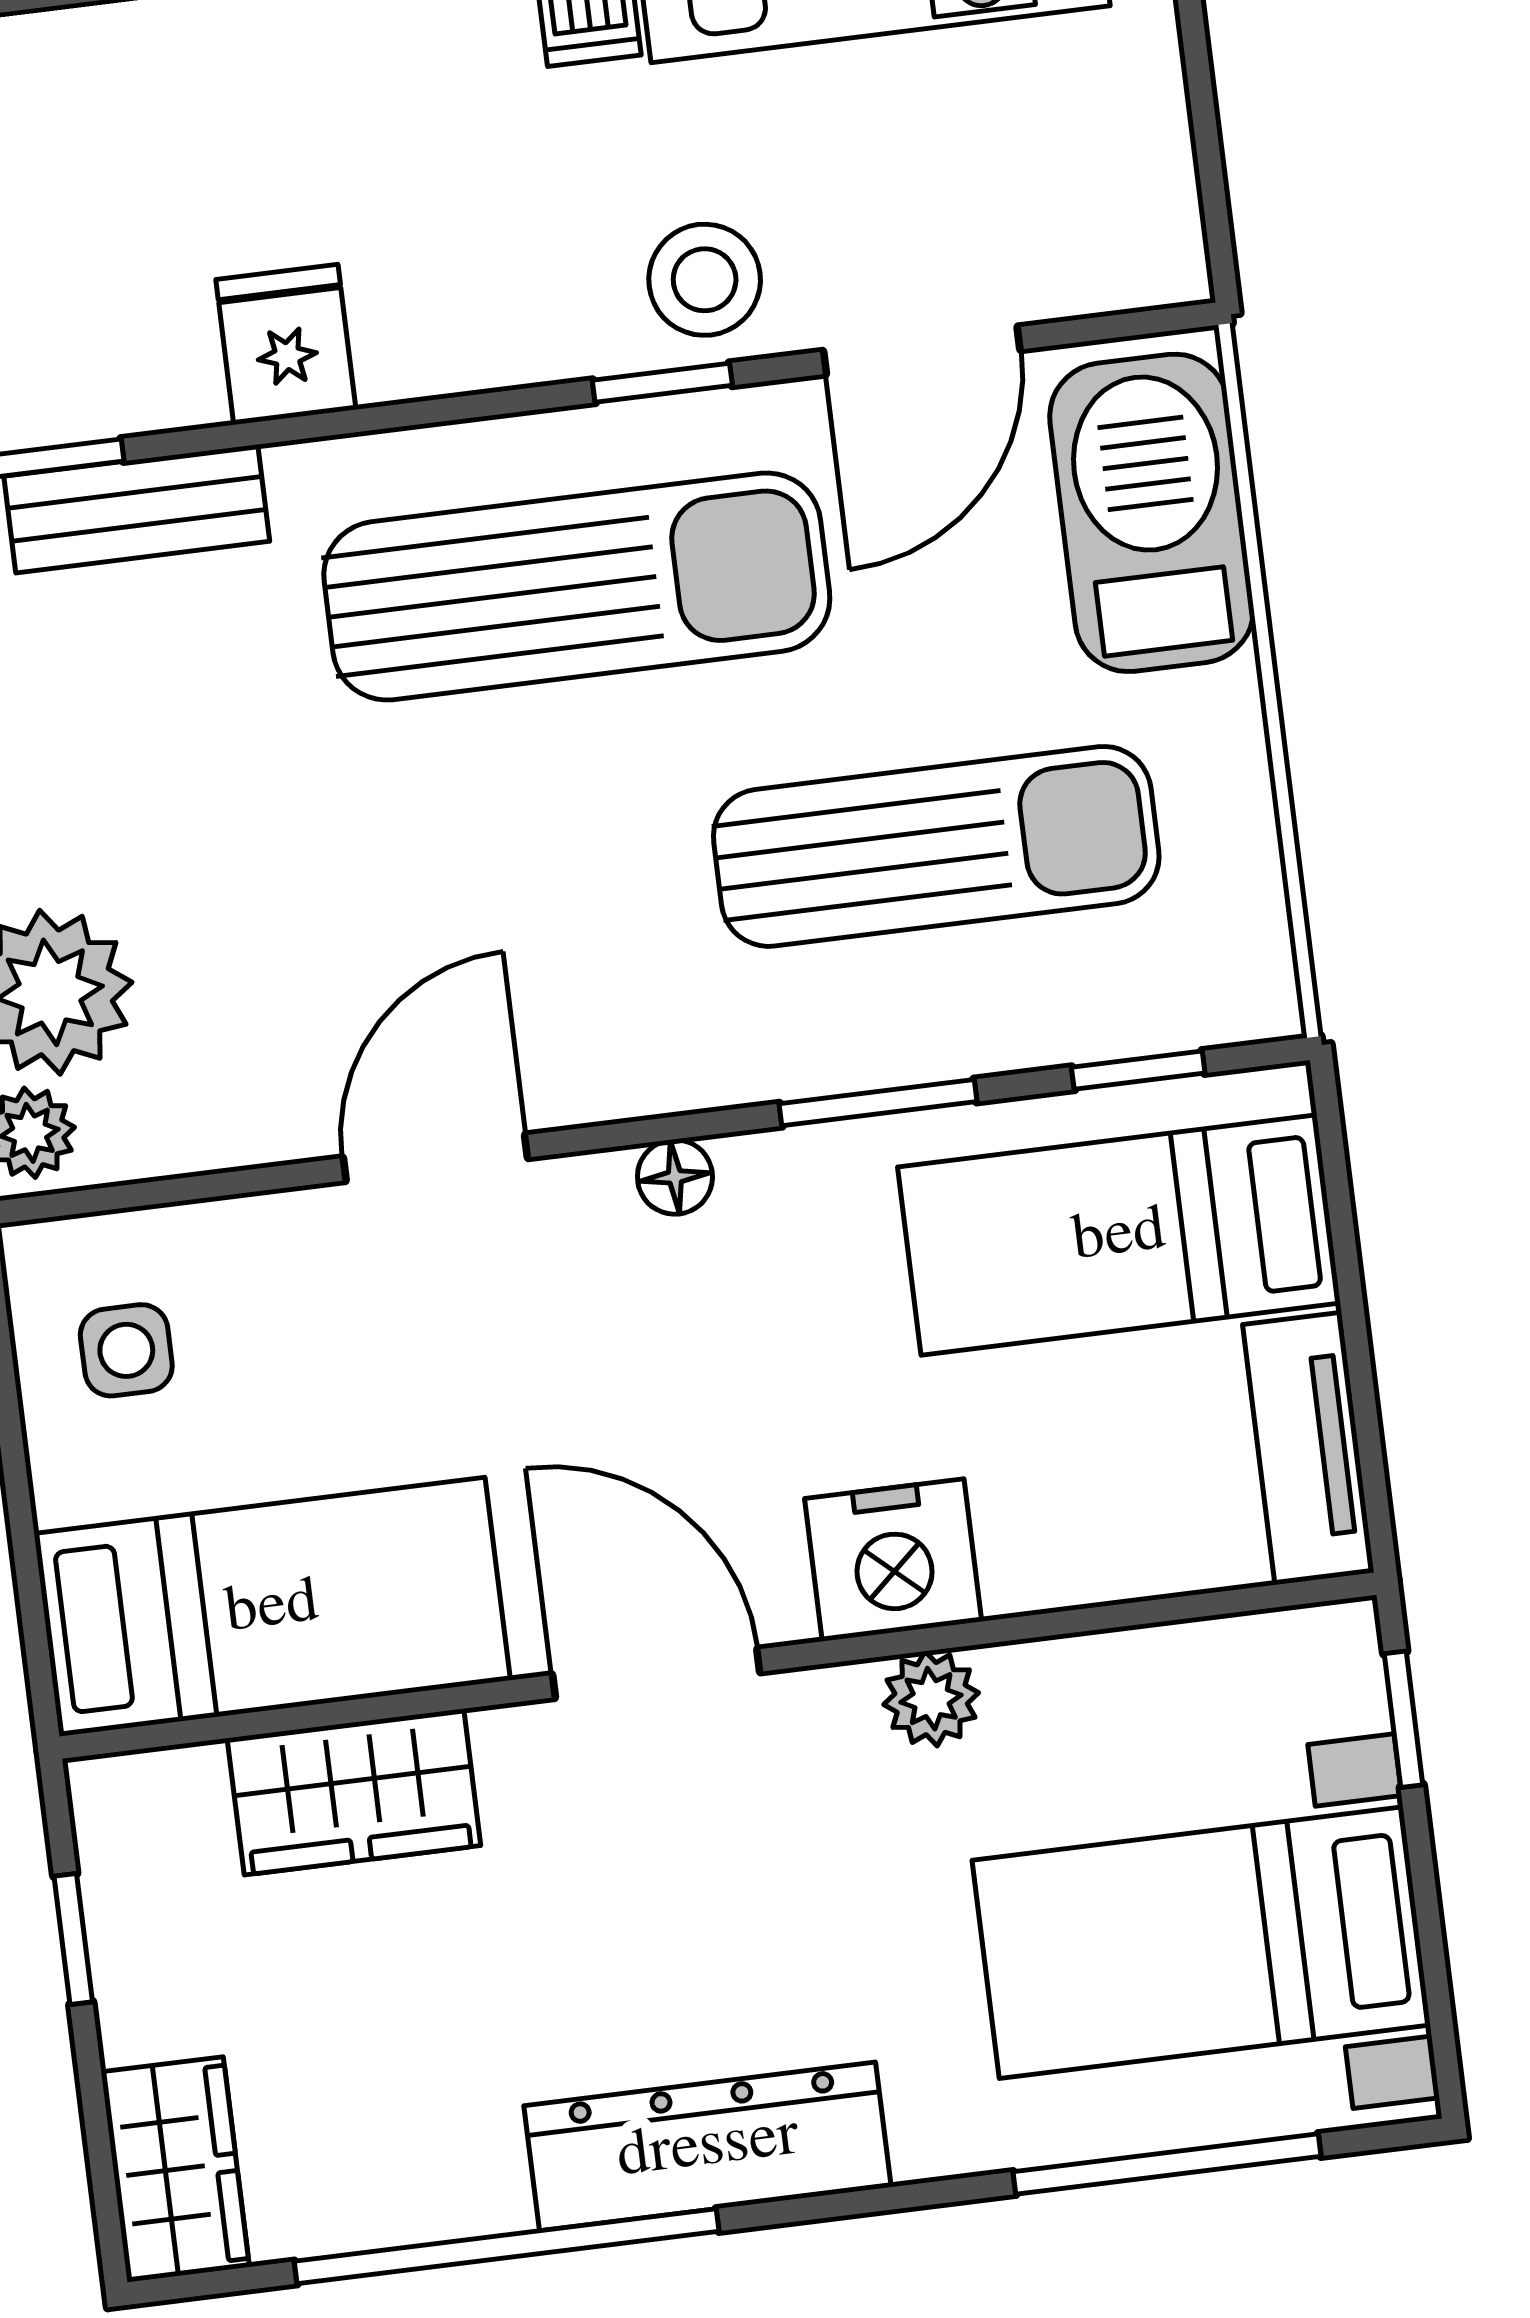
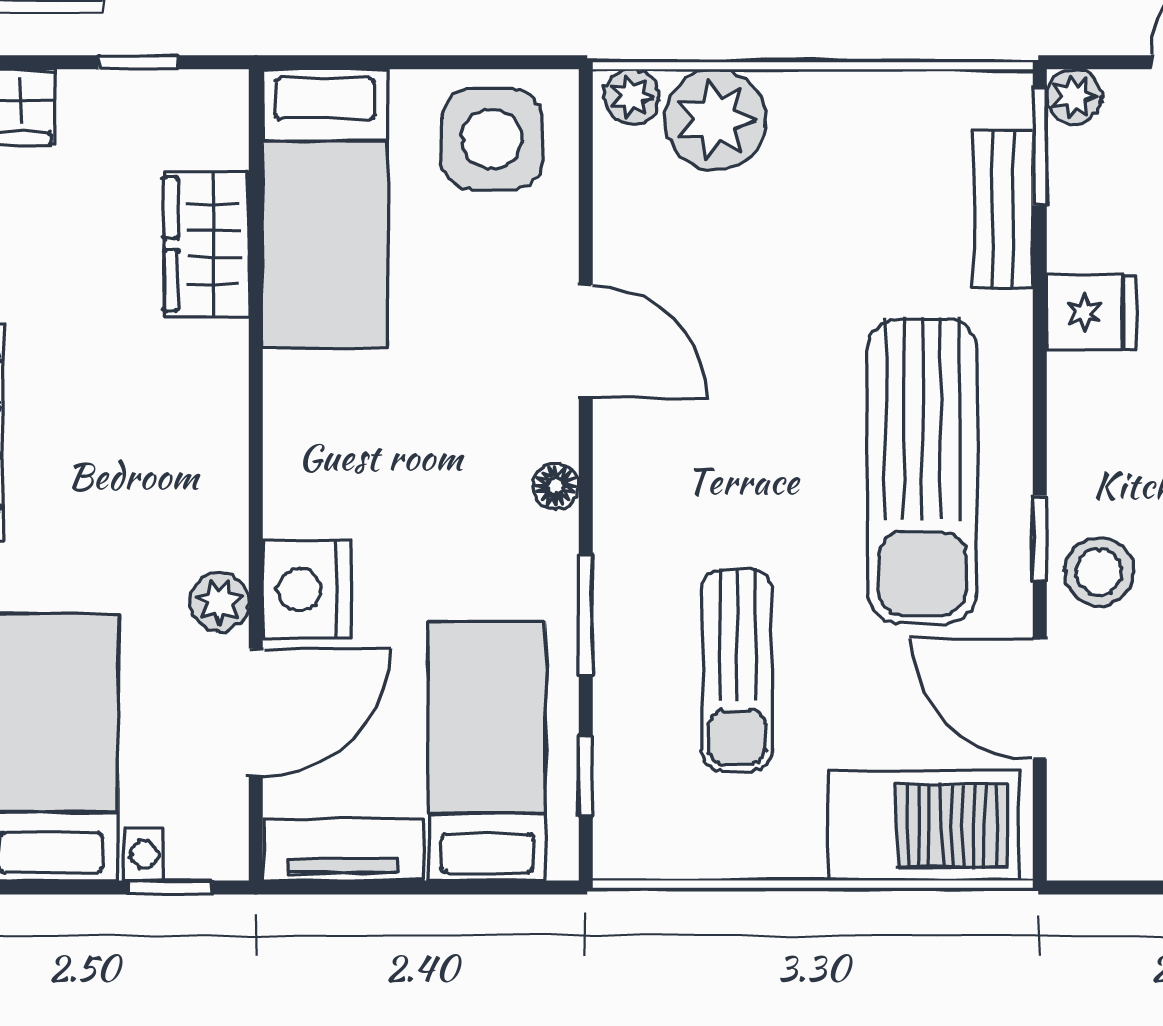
sun lounger: (936, 846) -> (737, 670), width x0.73, depth x0.75
side table: (126, 1350) -> (492, 139), width x1.87, depth x1.87
door: (656, 1673) -> (256, 712), moved

